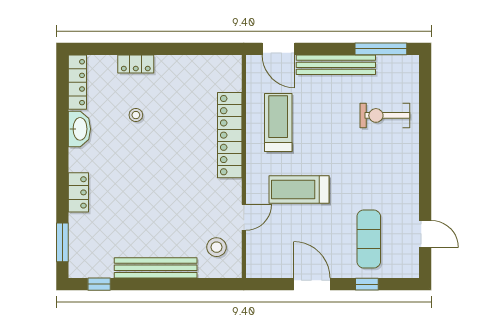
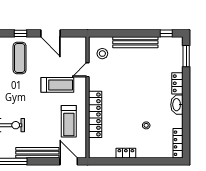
locker: (136, 64) -> (126, 153), moved
washbasin: (79, 129) -> (177, 105), moved

